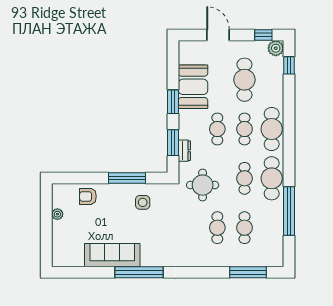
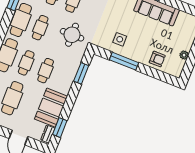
window: (173, 102) -> (60, 128), moved
dresser: (184, 151) -> (48, 134), moved

